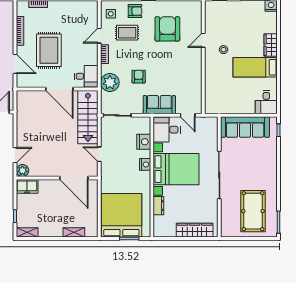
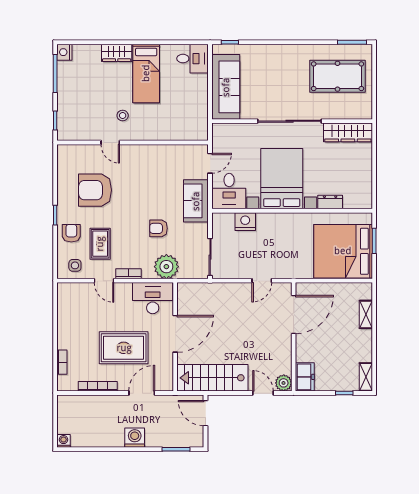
desk: (86, 76) -> (153, 298), width x1.37
stairs: (88, 117) -> (212, 378), moved, turned 180
nightstand: (145, 164) -> (275, 220), removed
wardrobe: (195, 230) -> (348, 132), moved, turned -90

